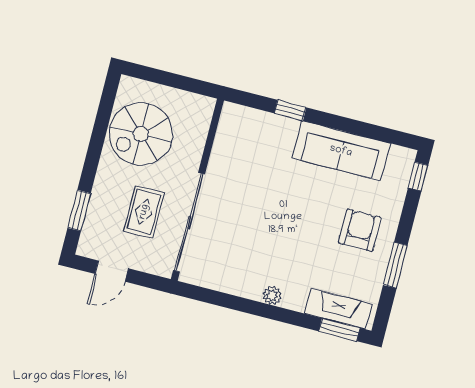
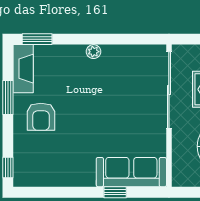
sofa: (341, 151) -> (131, 172), moved
fireplace: (338, 309) -> (23, 69), moved, turned -90

